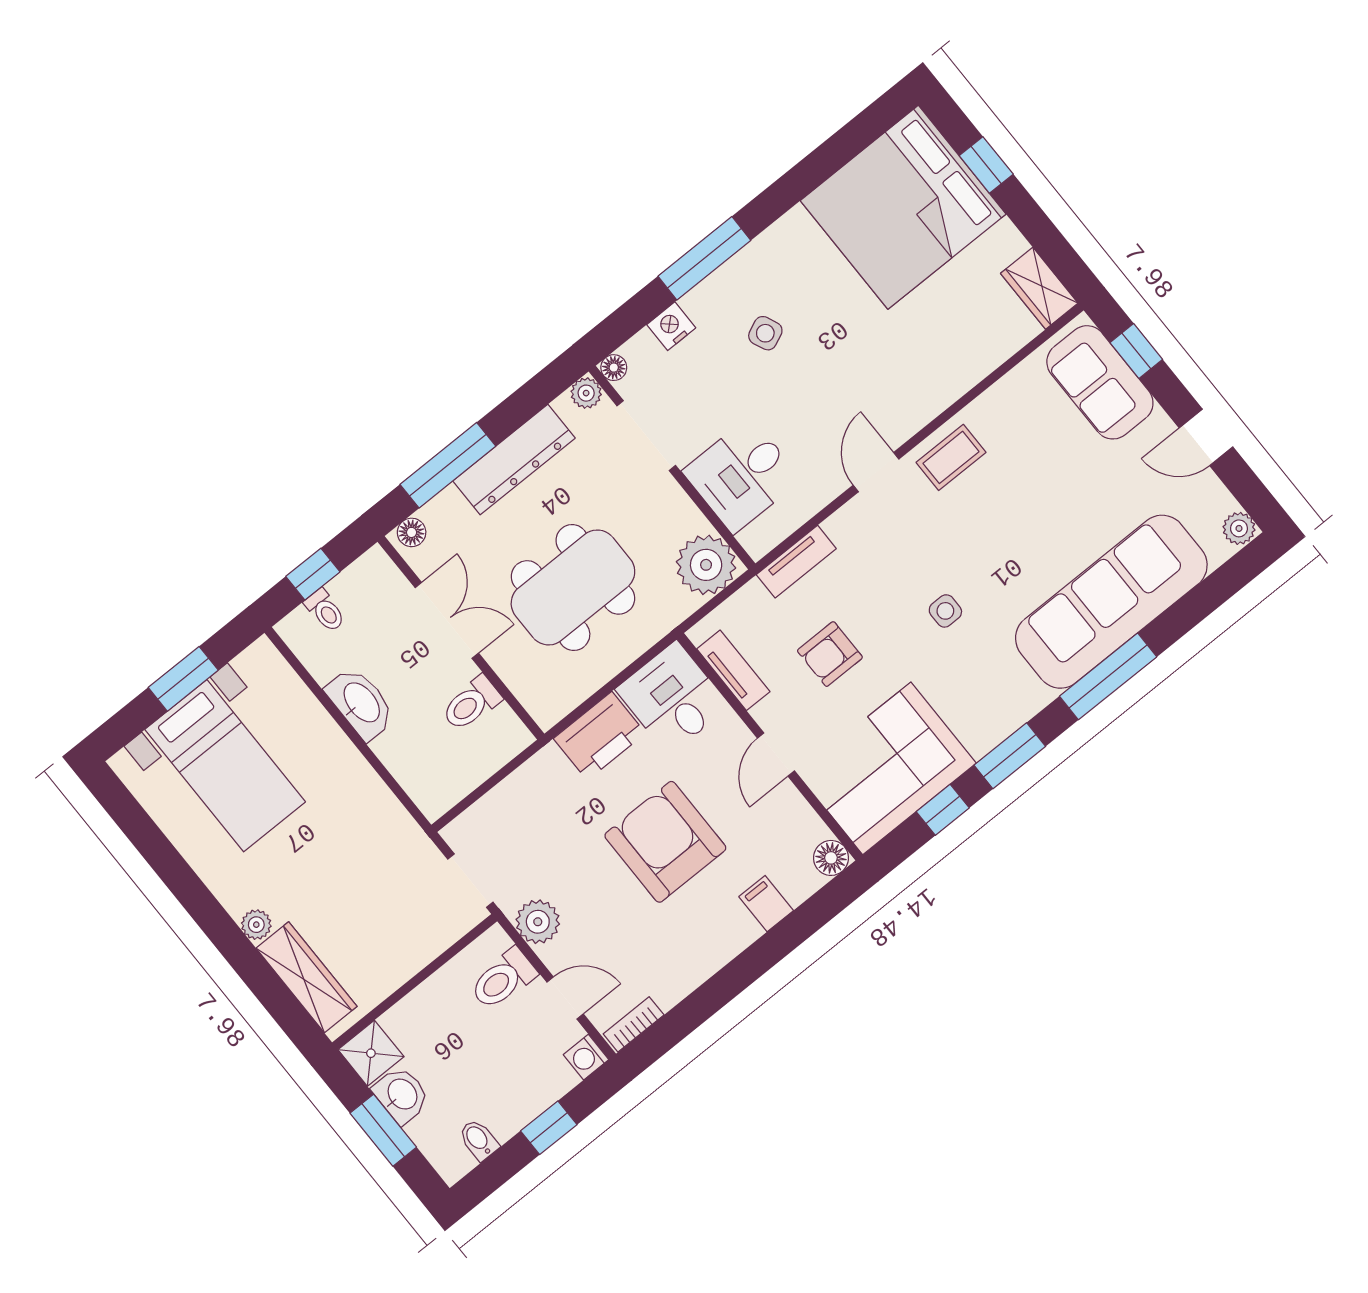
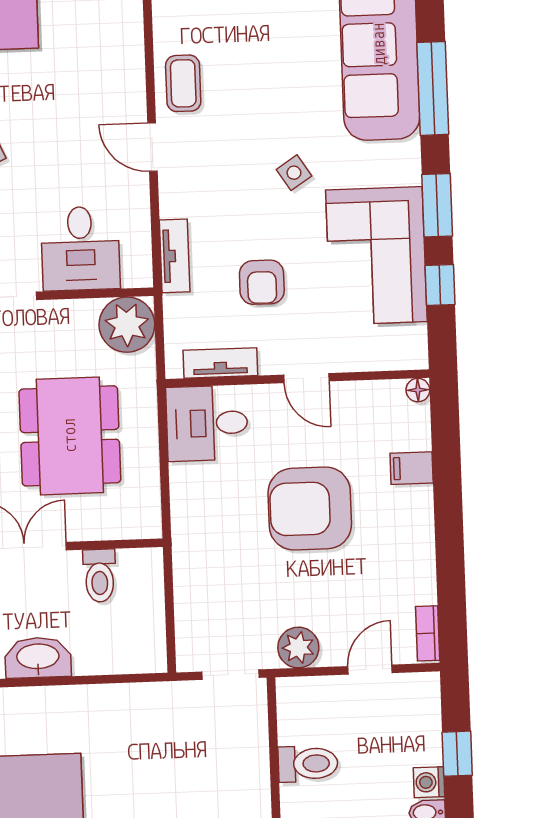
side table: (945, 611) -> (294, 173), turned -33
printer: (599, 736) -> (195, 499), removed
corner sofa: (887, 768) -> (376, 256), moved
floor lamp: (831, 858) -> (418, 390), width x0.73, depth x0.73
toilet: (503, 979) -> (308, 764), moved, turned -90
washing machine: (586, 1057) -> (429, 782), moved, turned 90

